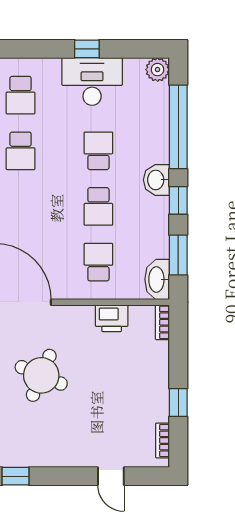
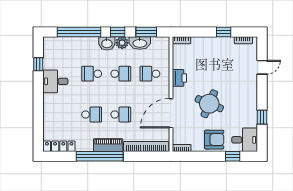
window: (87, 49) -> (38, 64), moved
plant: (158, 70) -> (122, 43), moved
desk: (92, 81) -> (55, 81), width x0.73
school desk: (21, 95) -> (121, 115), moved
washbasin: (157, 279) -> (140, 43), moved
printer: (112, 318) -> (179, 78), moved

